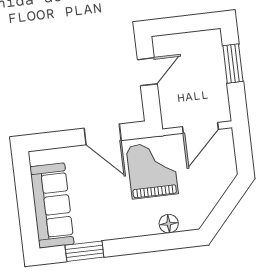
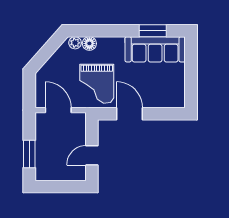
door: (200, 128) -> (58, 110), hinge flipped
sofa: (52, 206) -> (155, 49), moved, turned -90
plant: (188, 222) -> (75, 43), added

